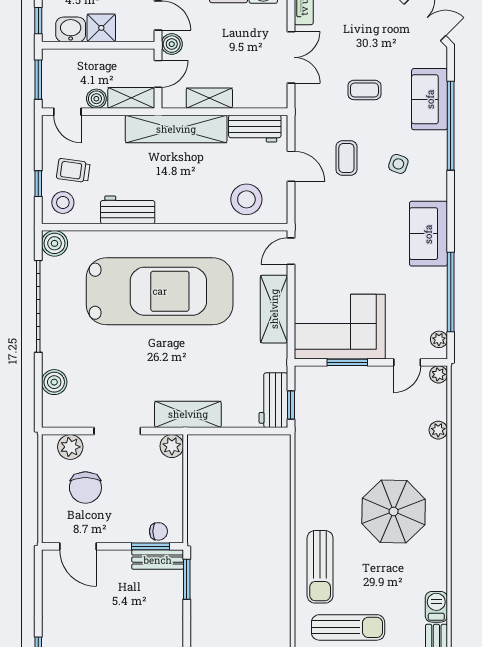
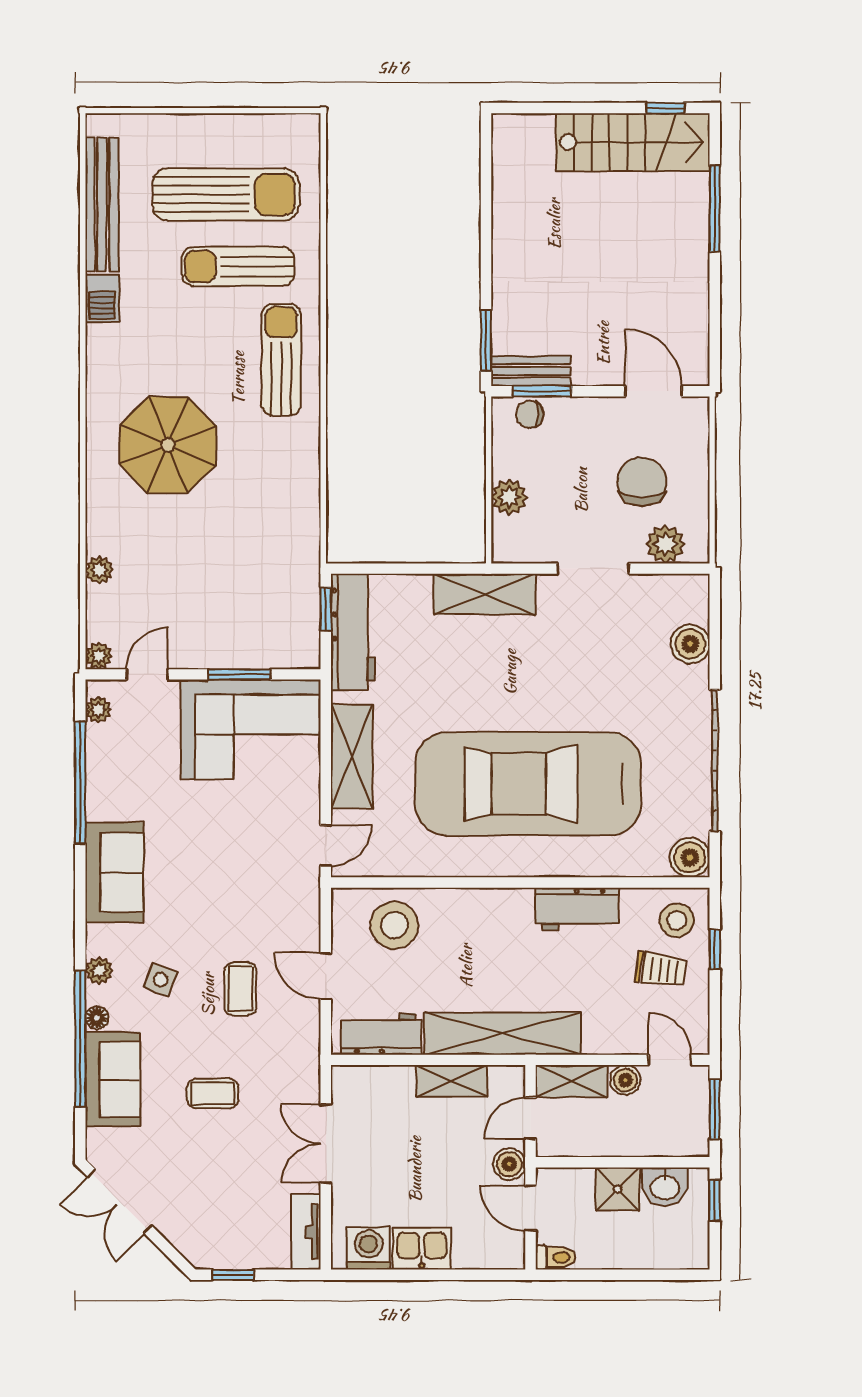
floor lamp: (440, 139) -> (97, 1018), added
plant: (438, 170) -> (99, 971), added
workbench: (273, 400) -> (353, 632), width x1.38
plant: (172, 446) -> (509, 497), moved

